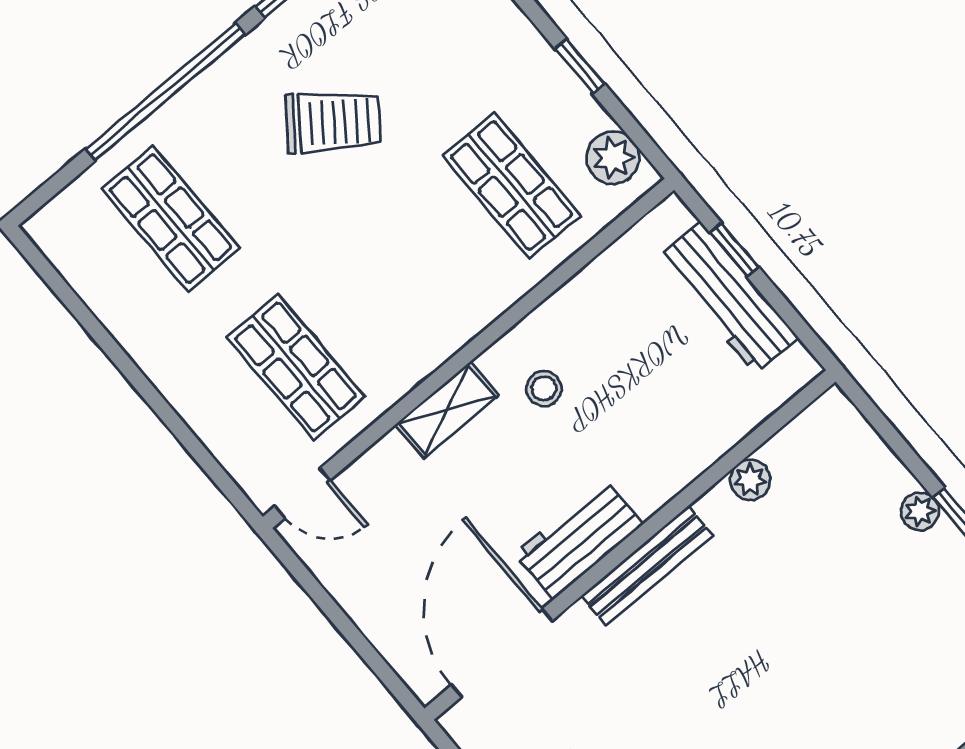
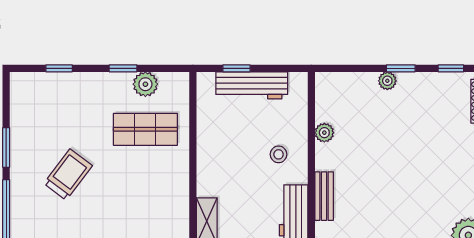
plant: (613, 158) -> (145, 84), moved
stool: (544, 389) -> (279, 154), moved
bench: (647, 566) -> (324, 196), width x0.73

